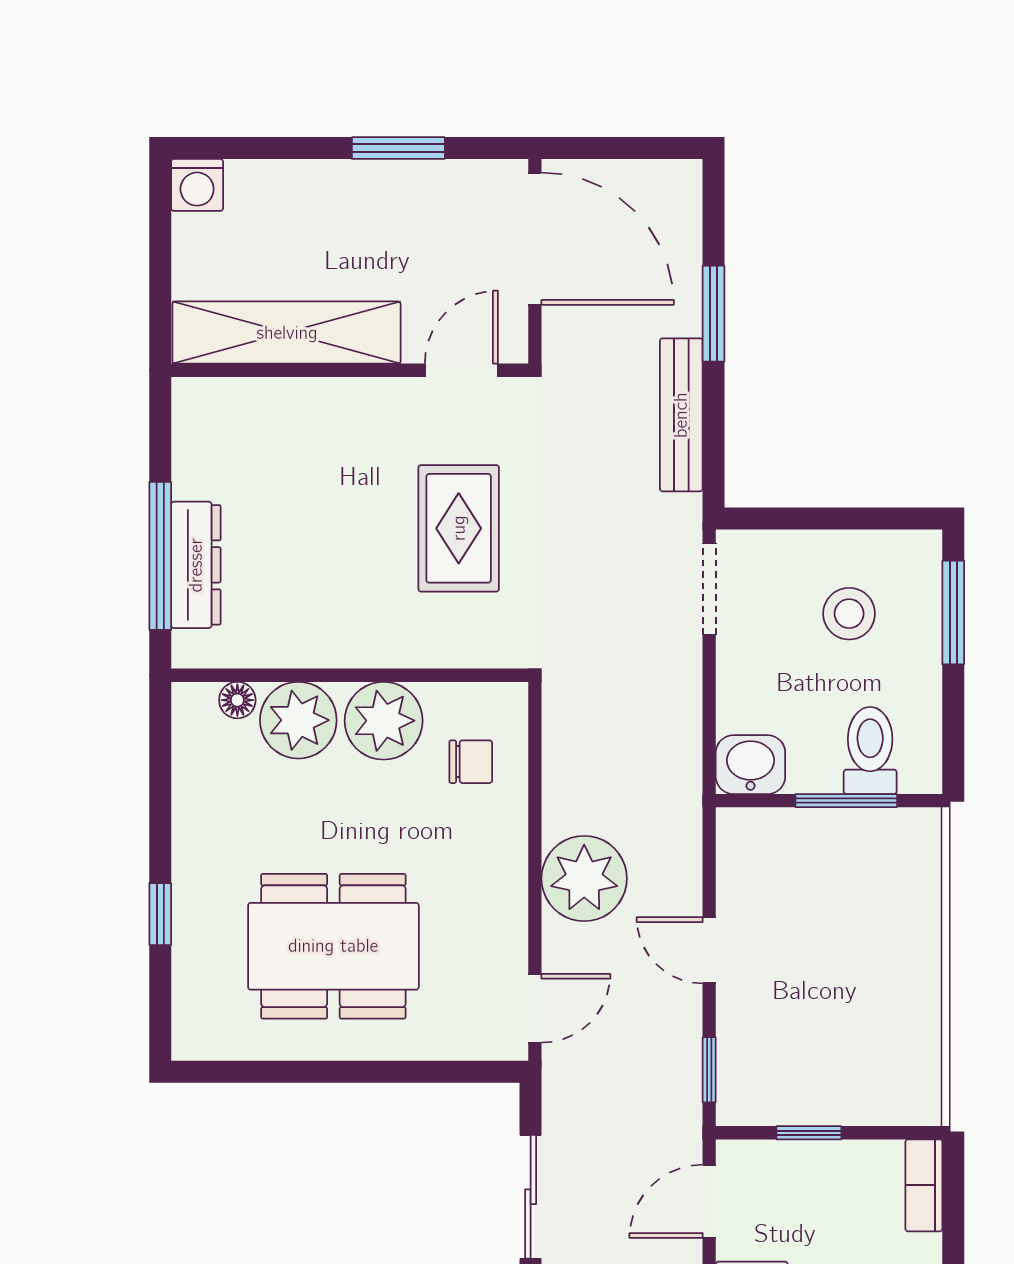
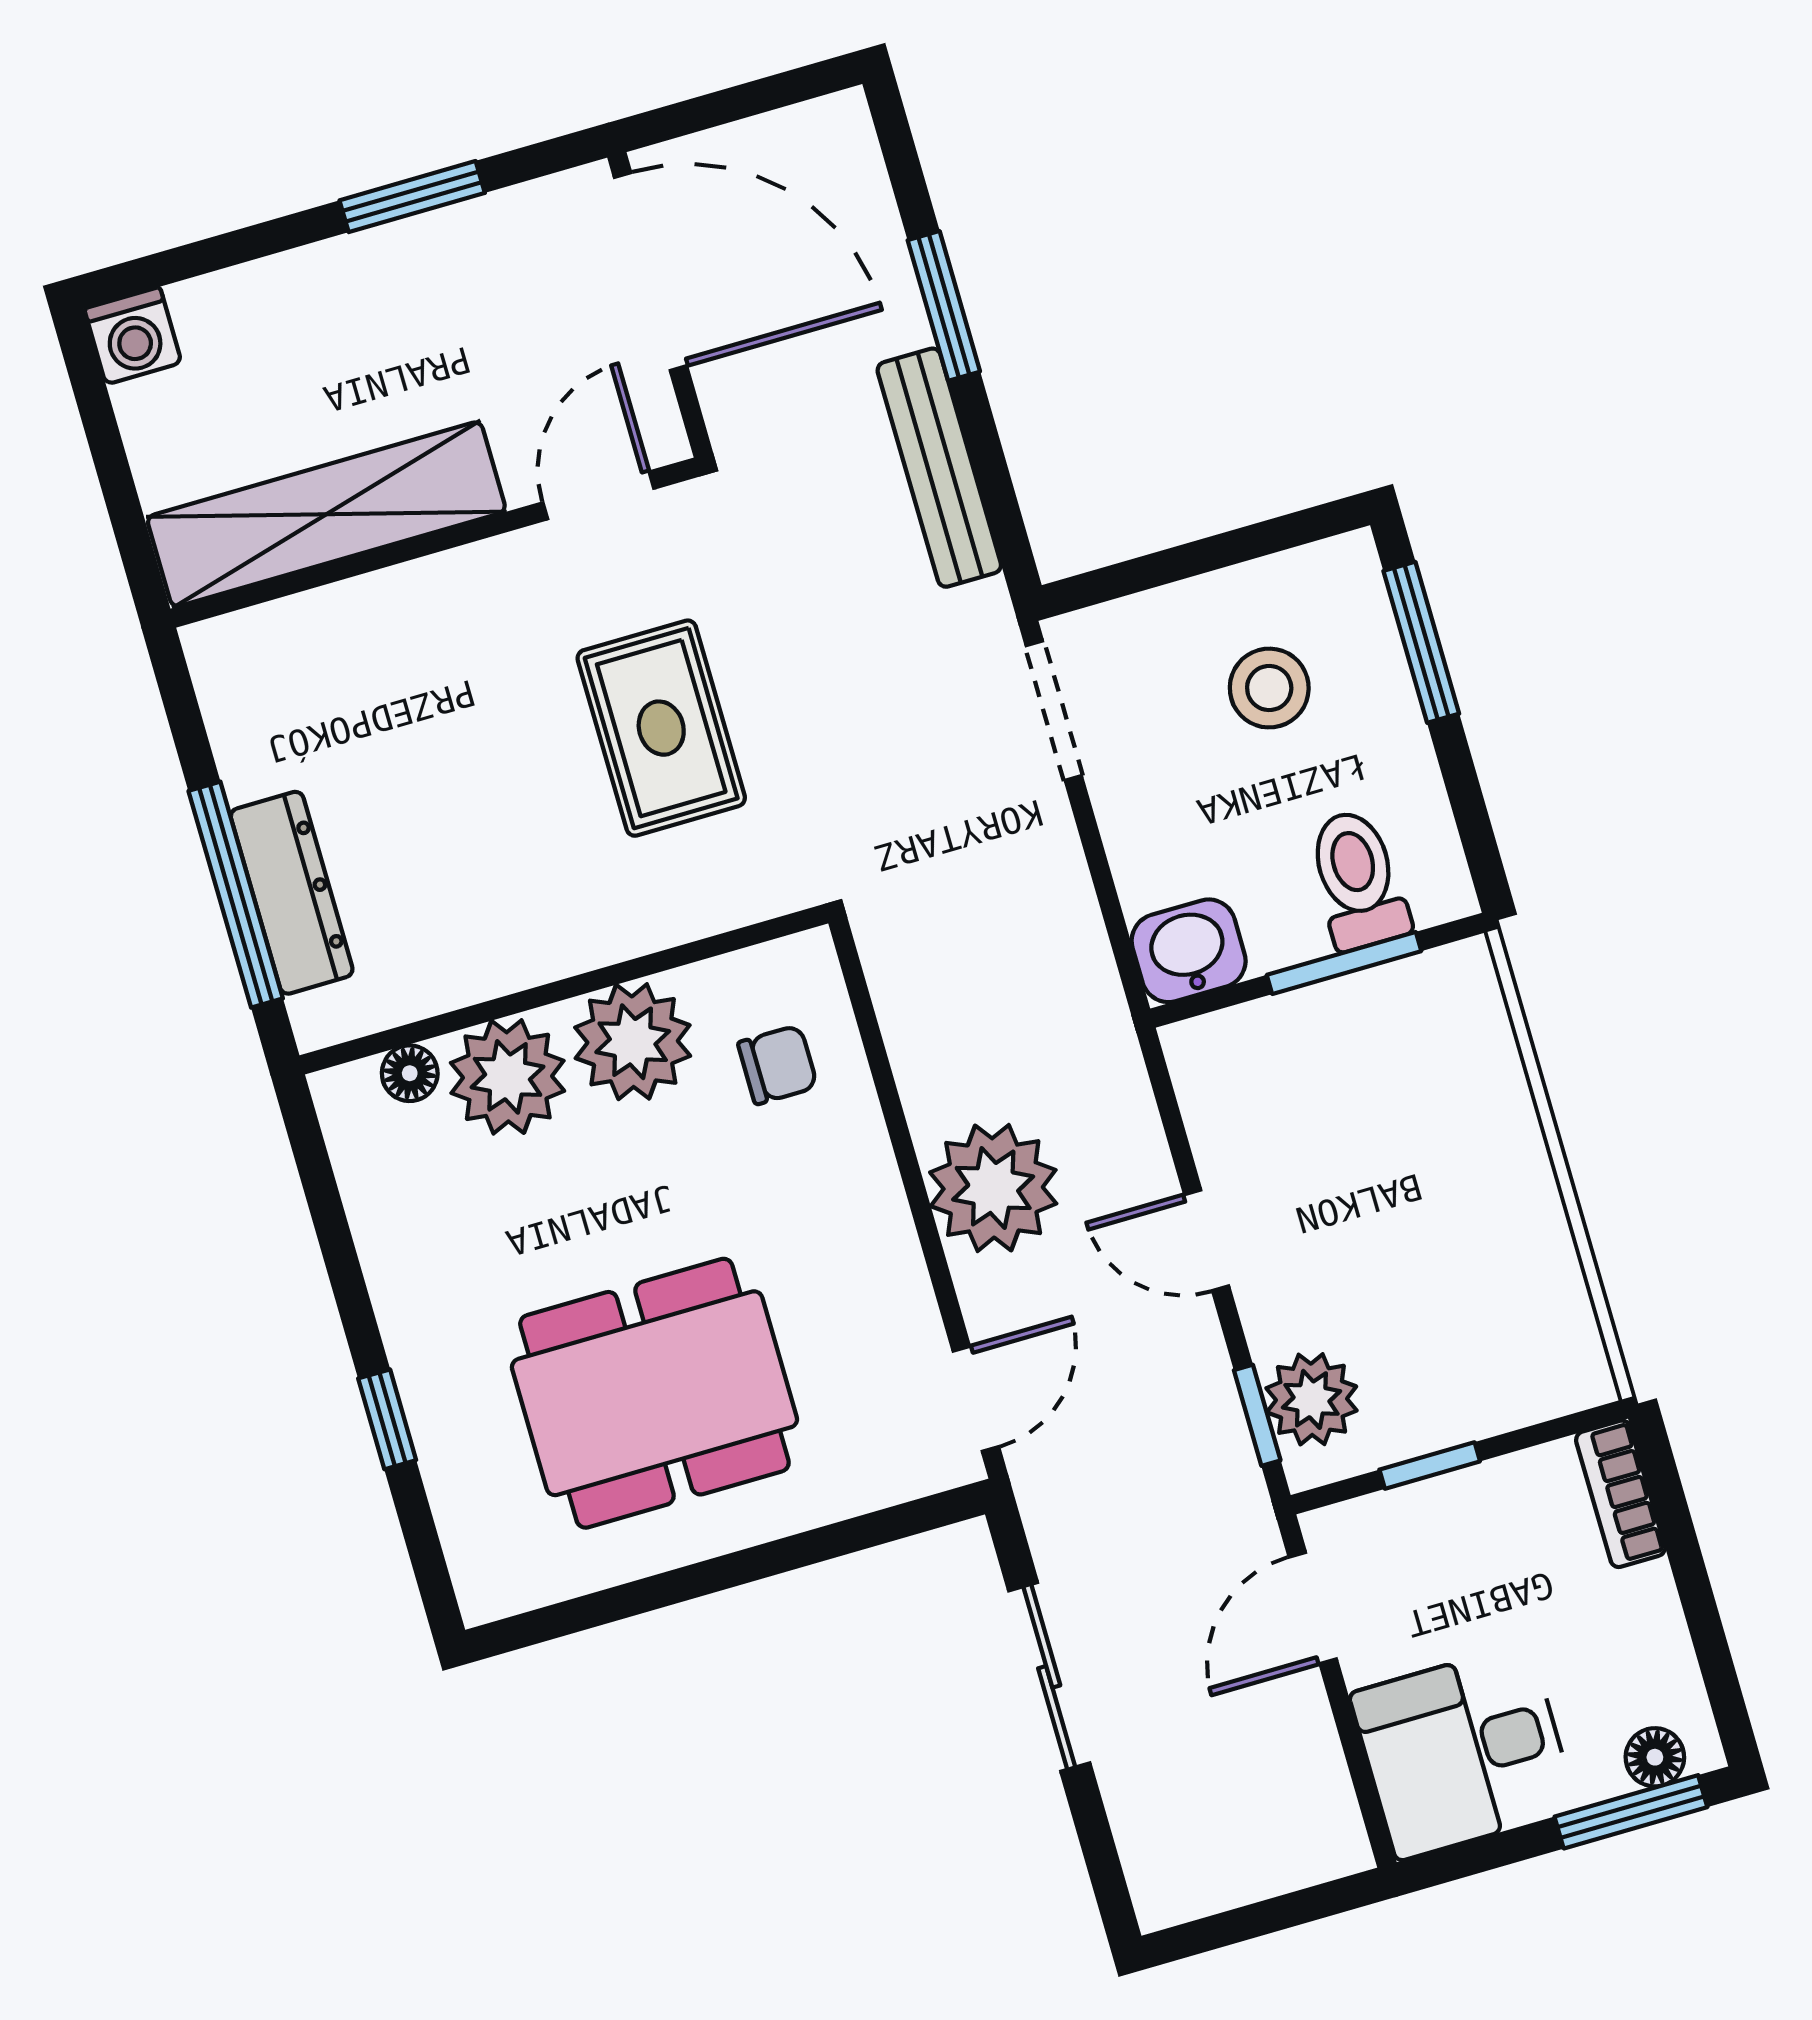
plant: (746, 1070) -> (1311, 1399), added

